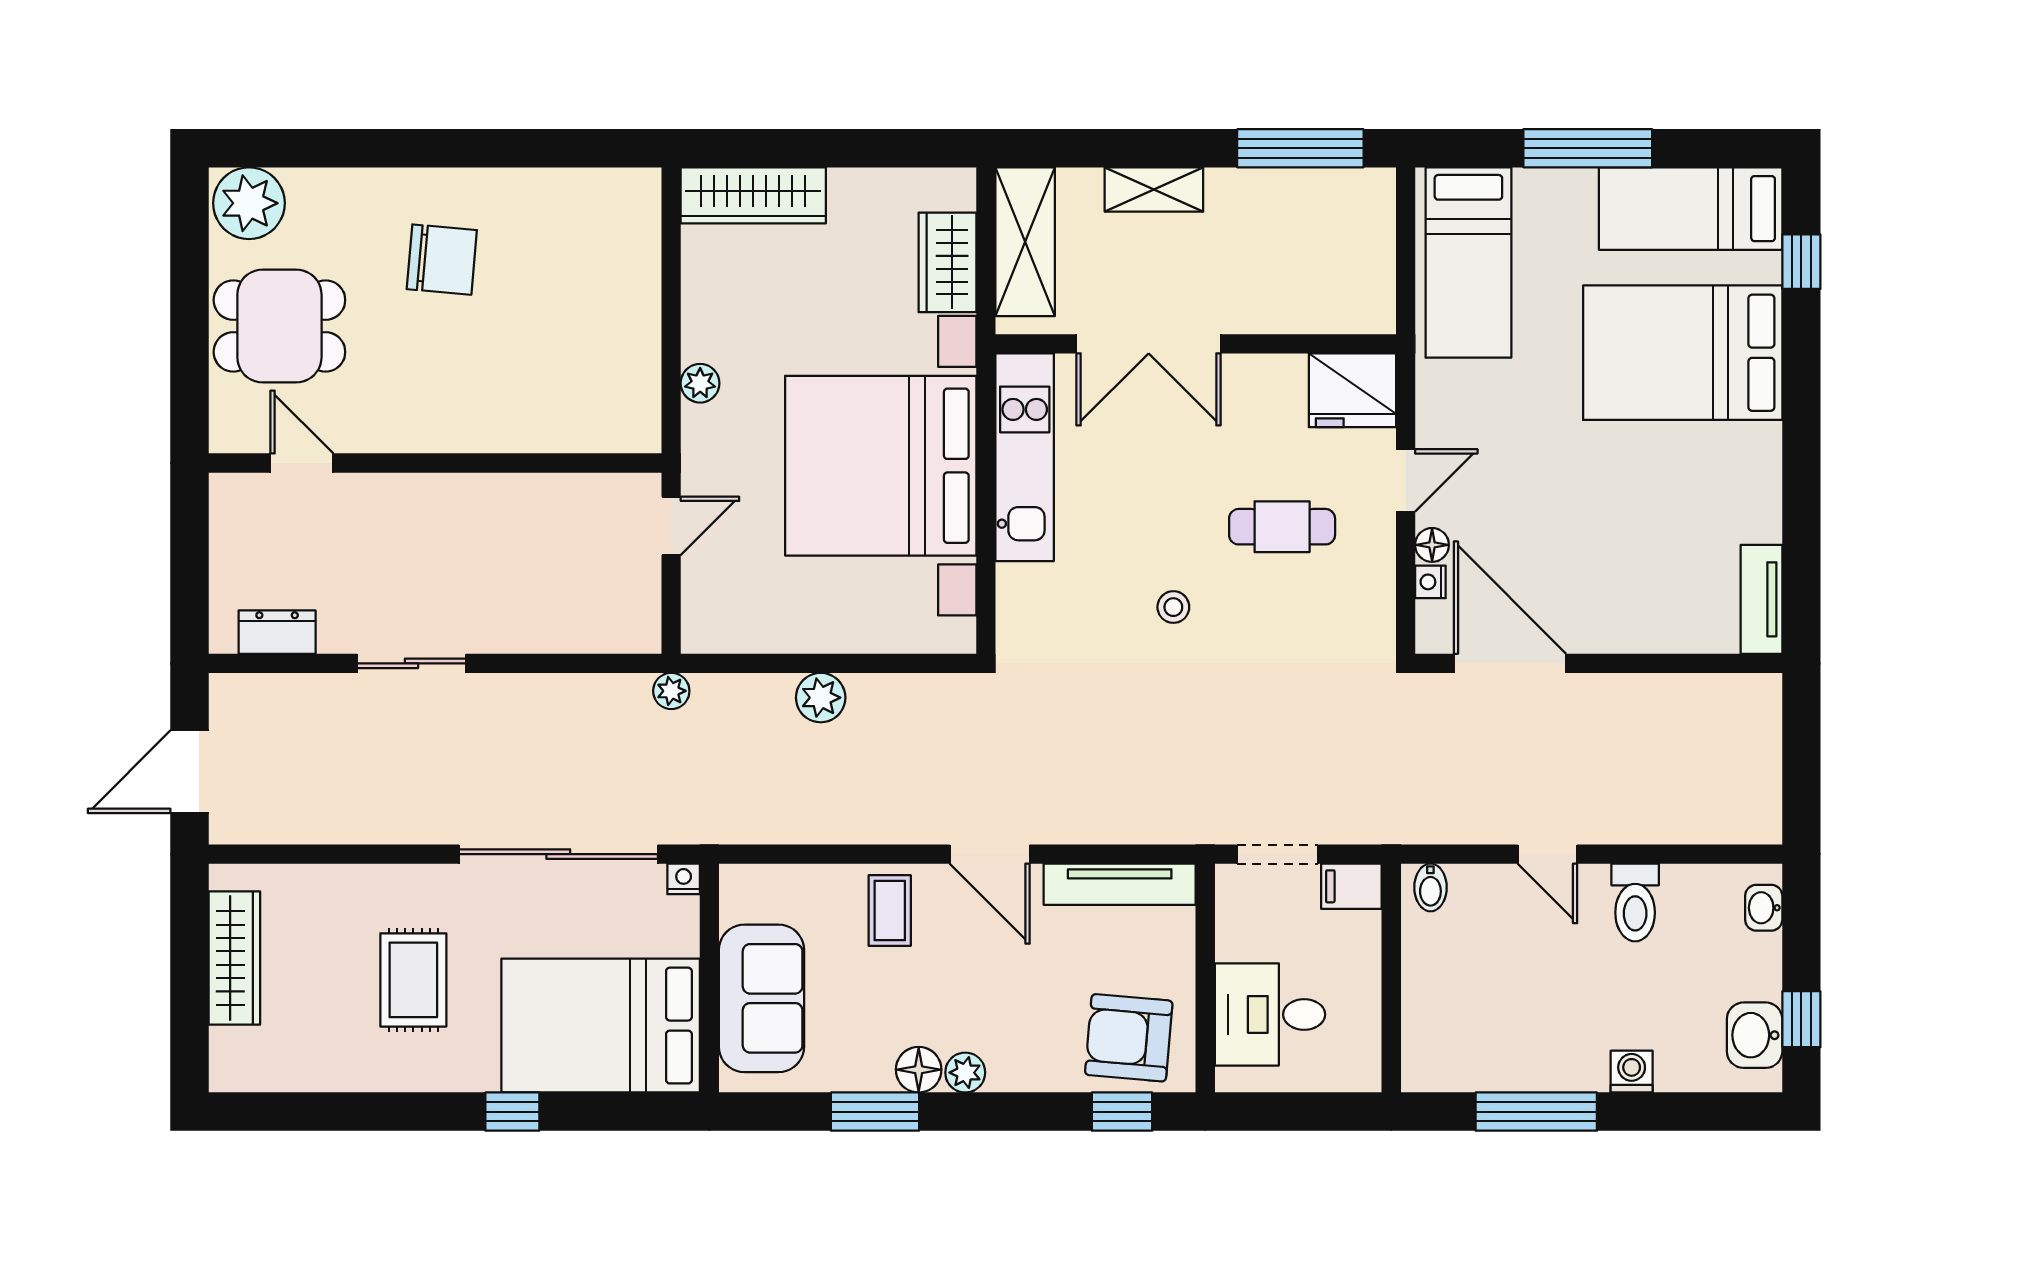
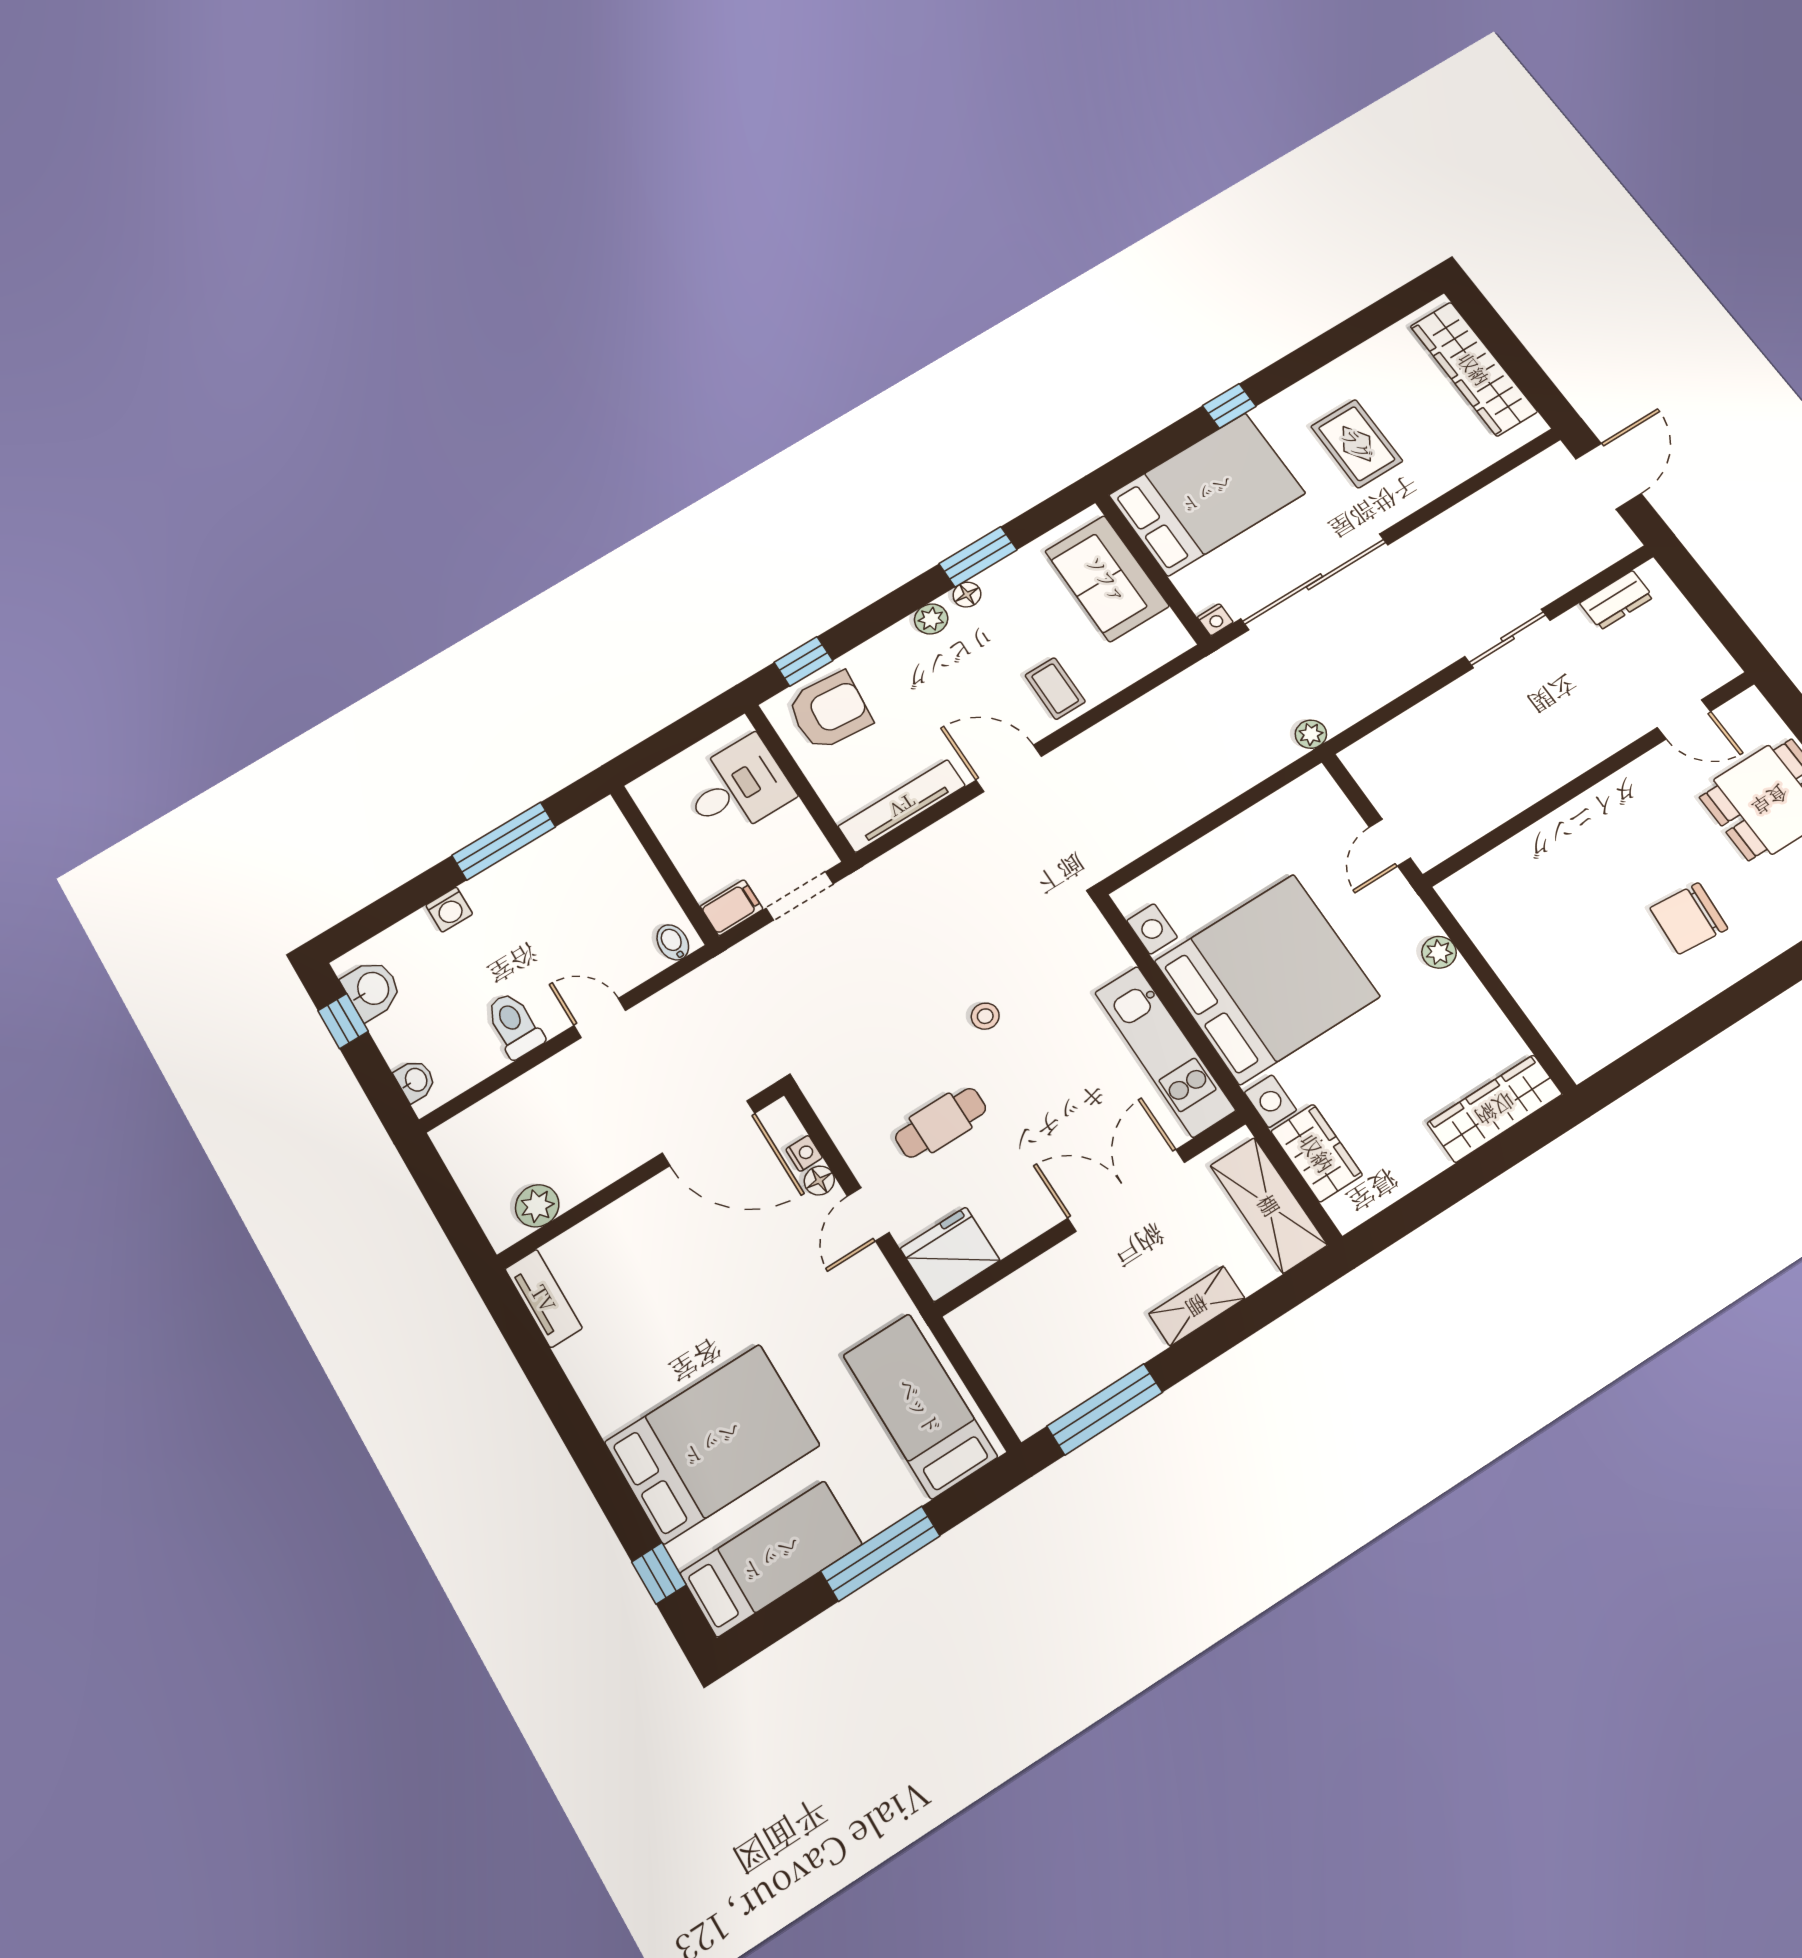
plant: (821, 698) -> (537, 1206), moved
wardrobe: (234, 958) -> (1474, 369), width x1.40, depth x1.17
floor lamp: (919, 1070) -> (967, 595), width x0.73, depth x0.73

